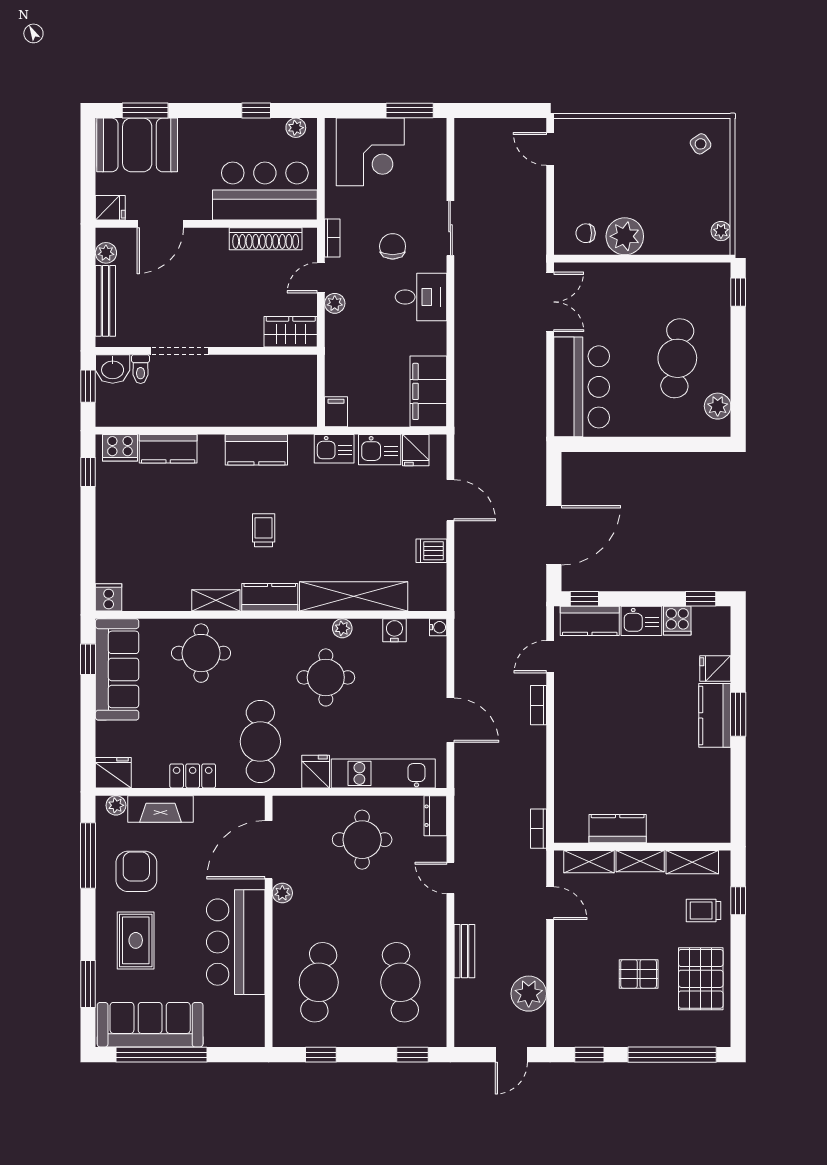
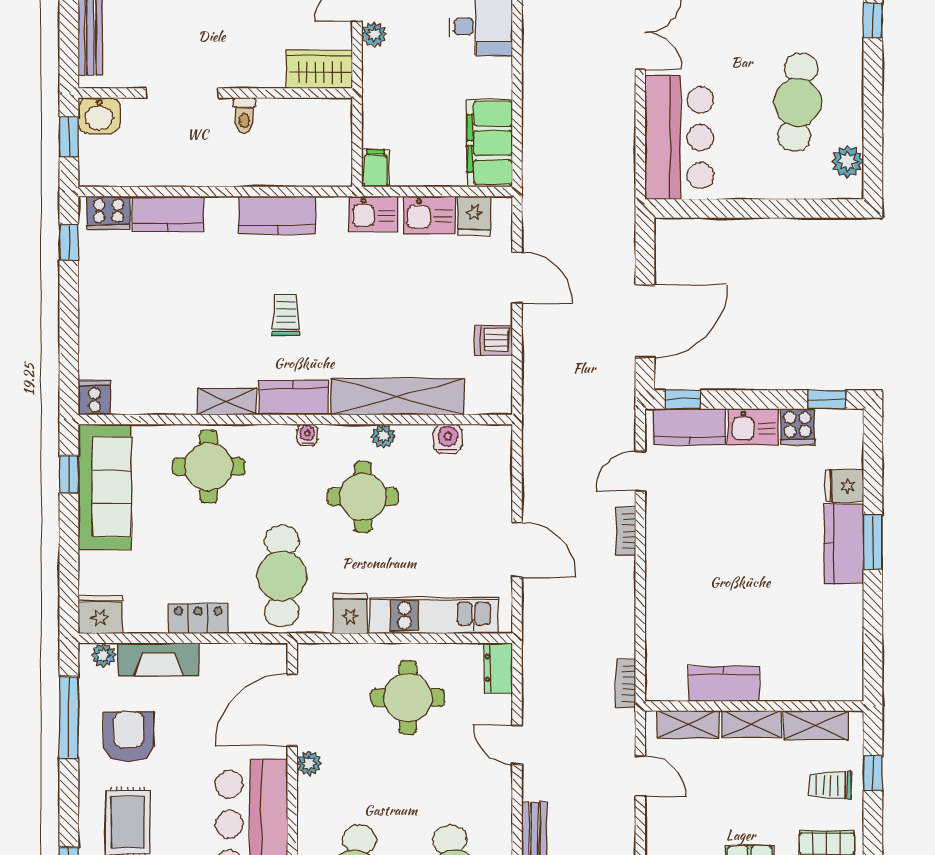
toilet: (141, 369) -> (244, 116), moved
water cooler: (438, 627) -> (307, 435), moved, turned -90

